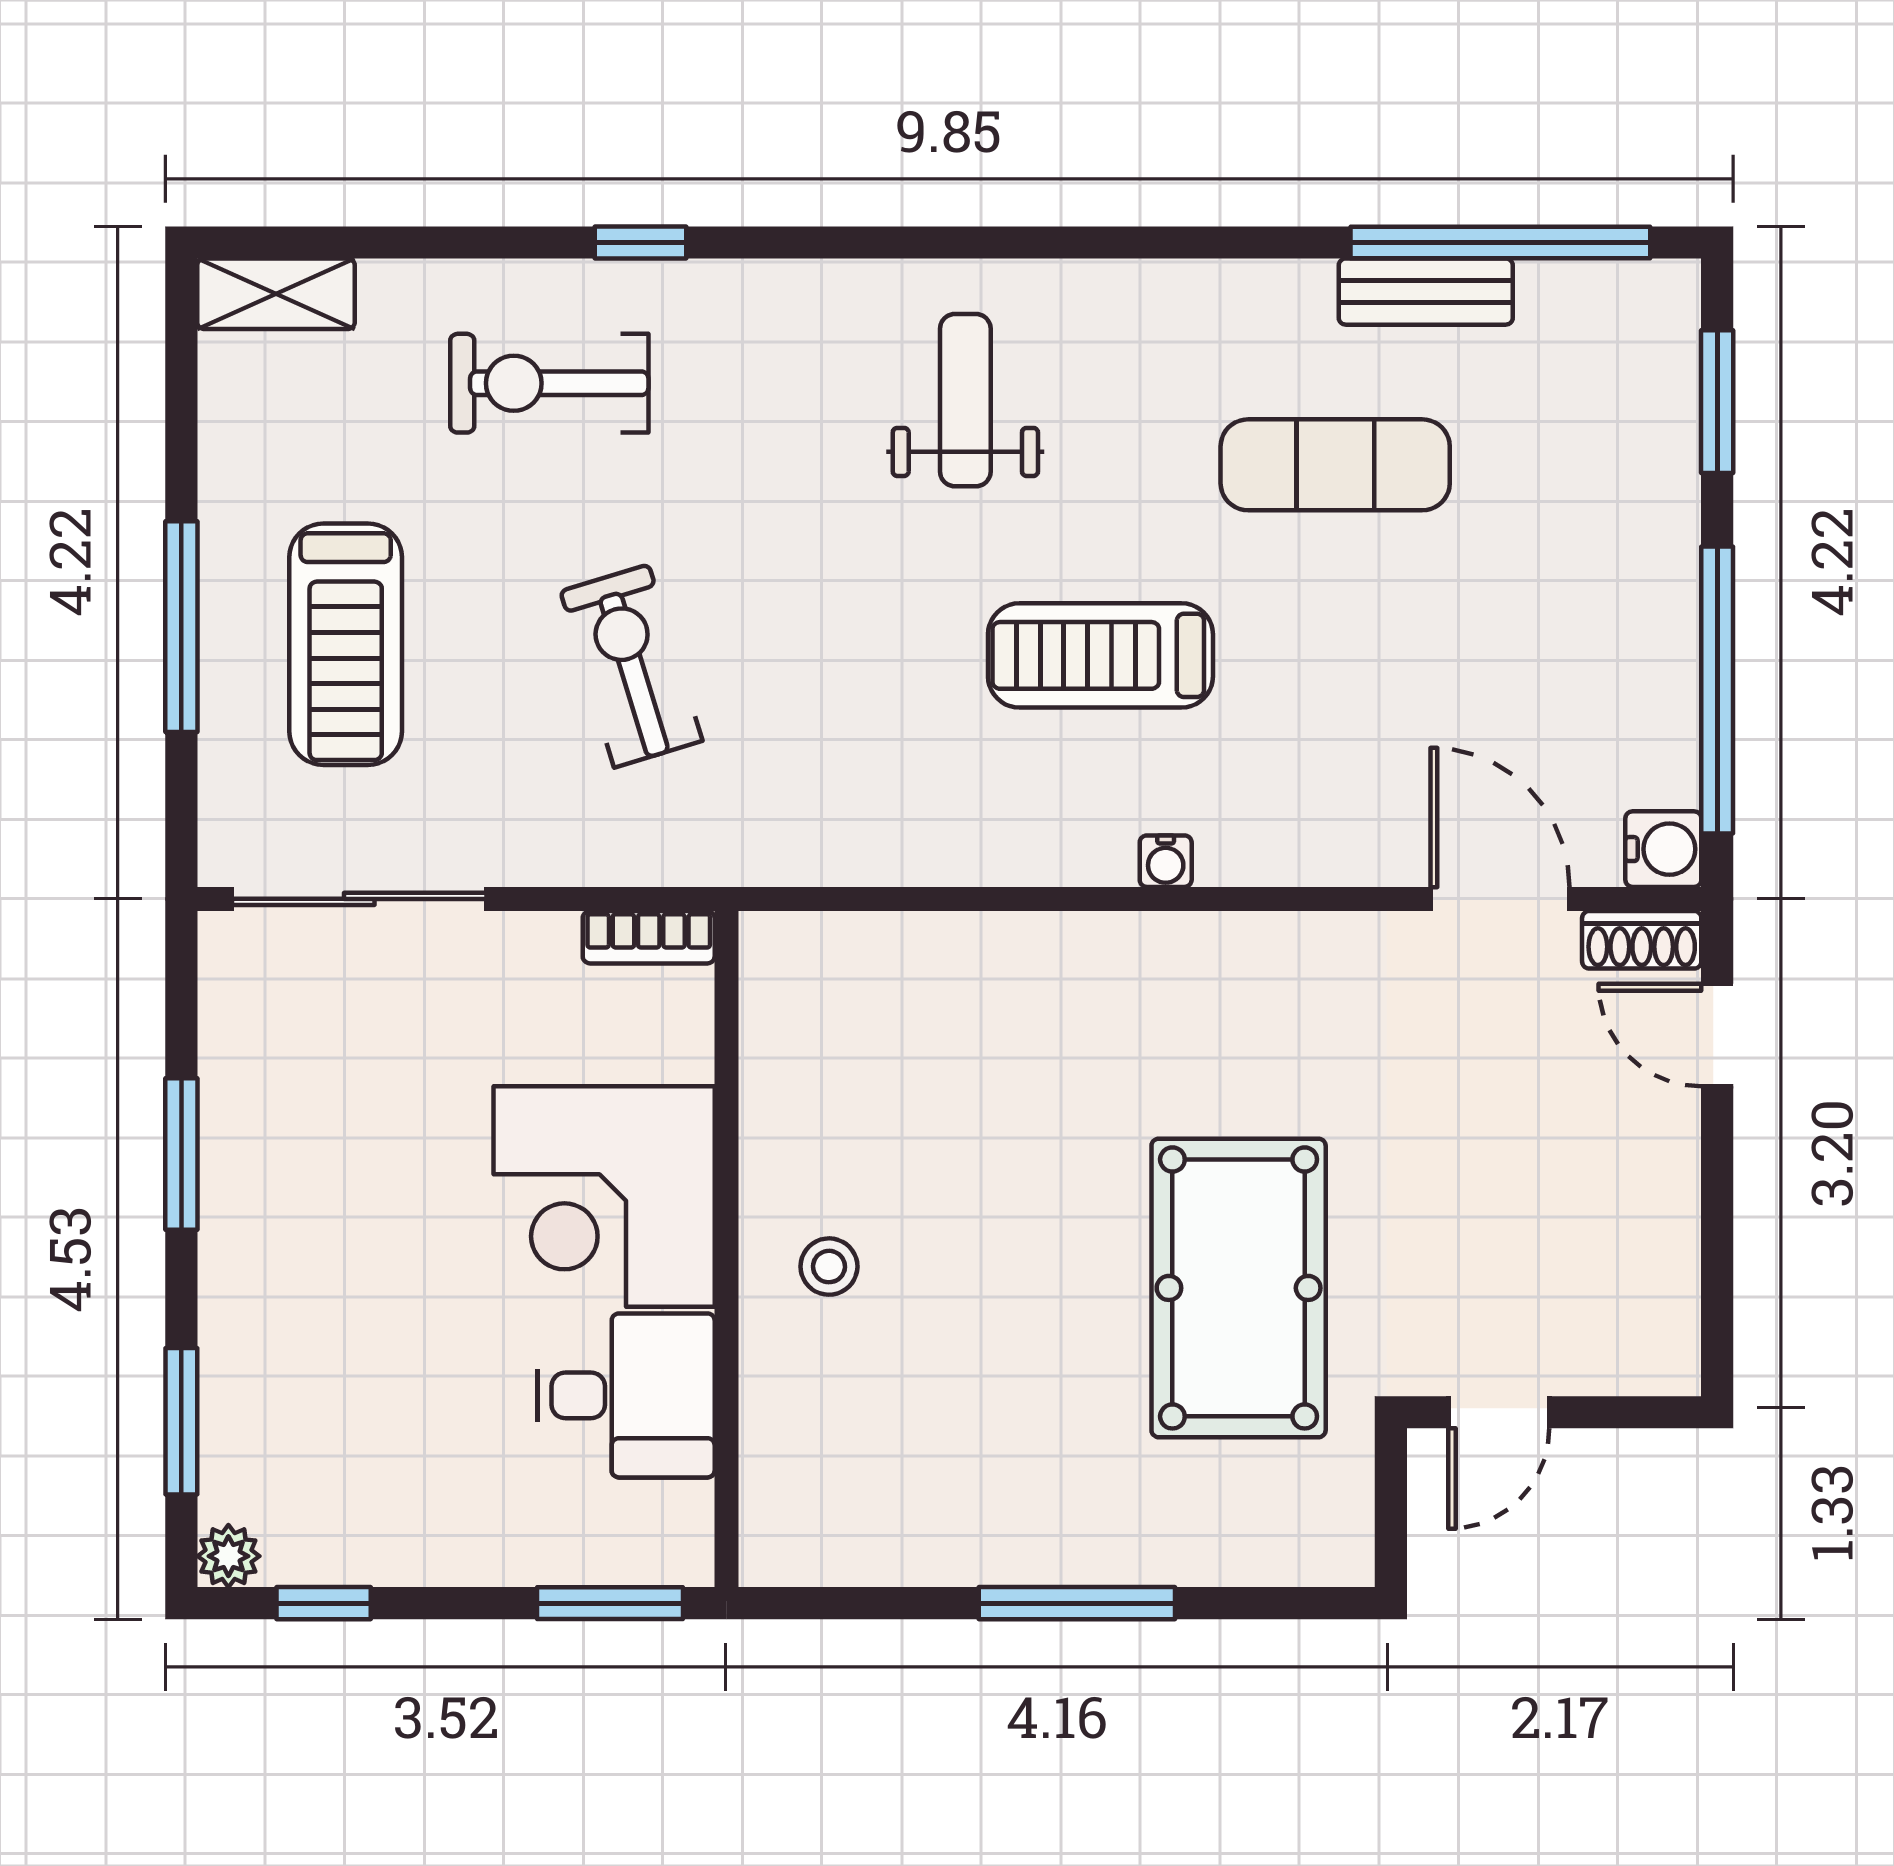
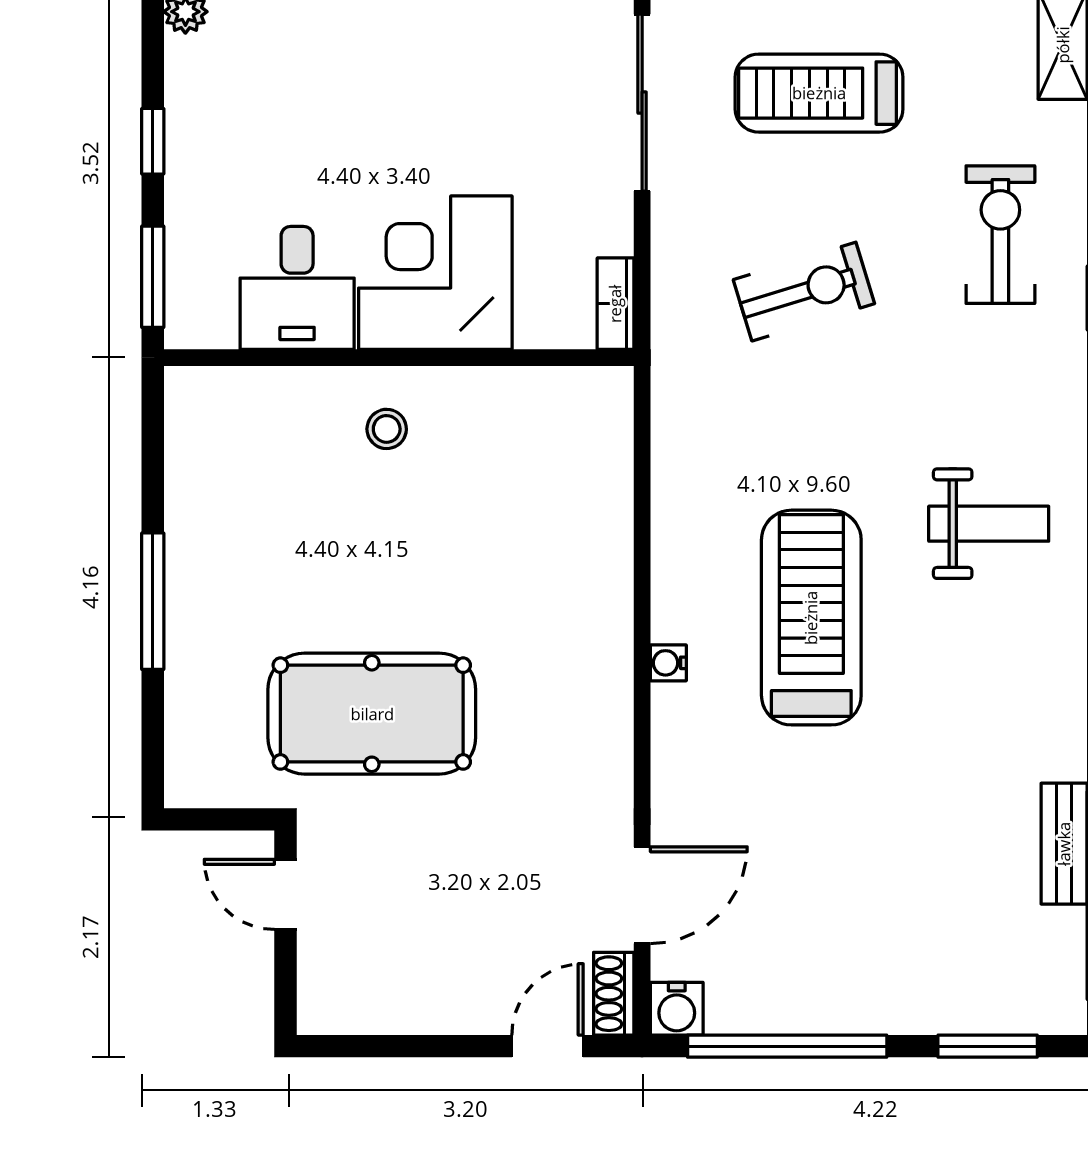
exercise mat: (1335, 465) -> (944, 781), removed
treadmill: (1100, 655) -> (811, 618), width x1.37, depth x1.38
window: (324, 1603) -> (153, 141), moved

